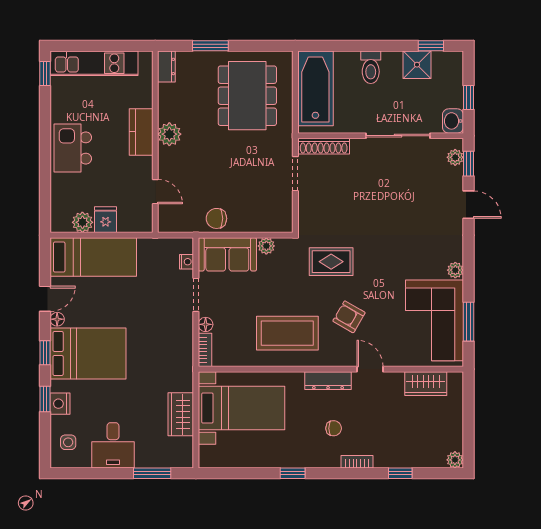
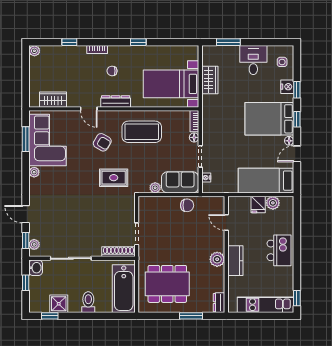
dining table: (247, 96) -> (167, 284), turned 90

